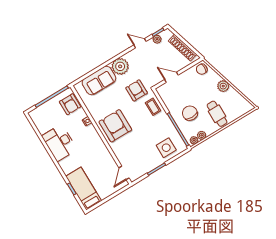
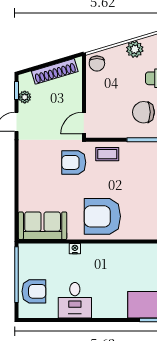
plant: (120, 66) -> (31, 165), removed
door: (171, 77) -> (84, 123), moved
sofa: (99, 80) -> (43, 226), moved, turned -90
armchair: (70, 104) -> (34, 291), moved
desk: (59, 143) -> (75, 300), width x0.73

